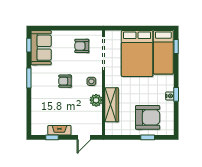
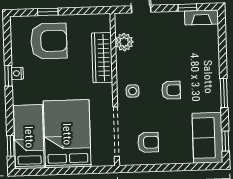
plant: (96, 100) -> (124, 42), moved
armchair: (148, 117) -> (49, 41), turned 180
fireplace: (59, 130) -> (202, 17), moved

